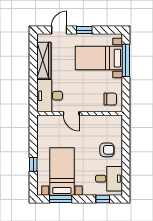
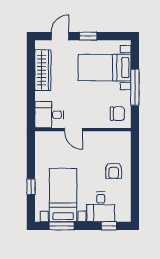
window: (126, 60) -> (135, 87), moved
desk: (50, 96) -> (49, 115), width x0.73
armchair: (107, 150) -> (114, 171), turned 90
desk: (109, 179) -> (101, 207), moved, turned 90

